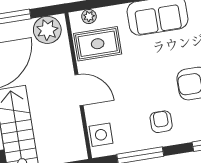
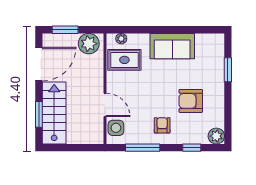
door: (79, 90) -> (105, 105), moved

